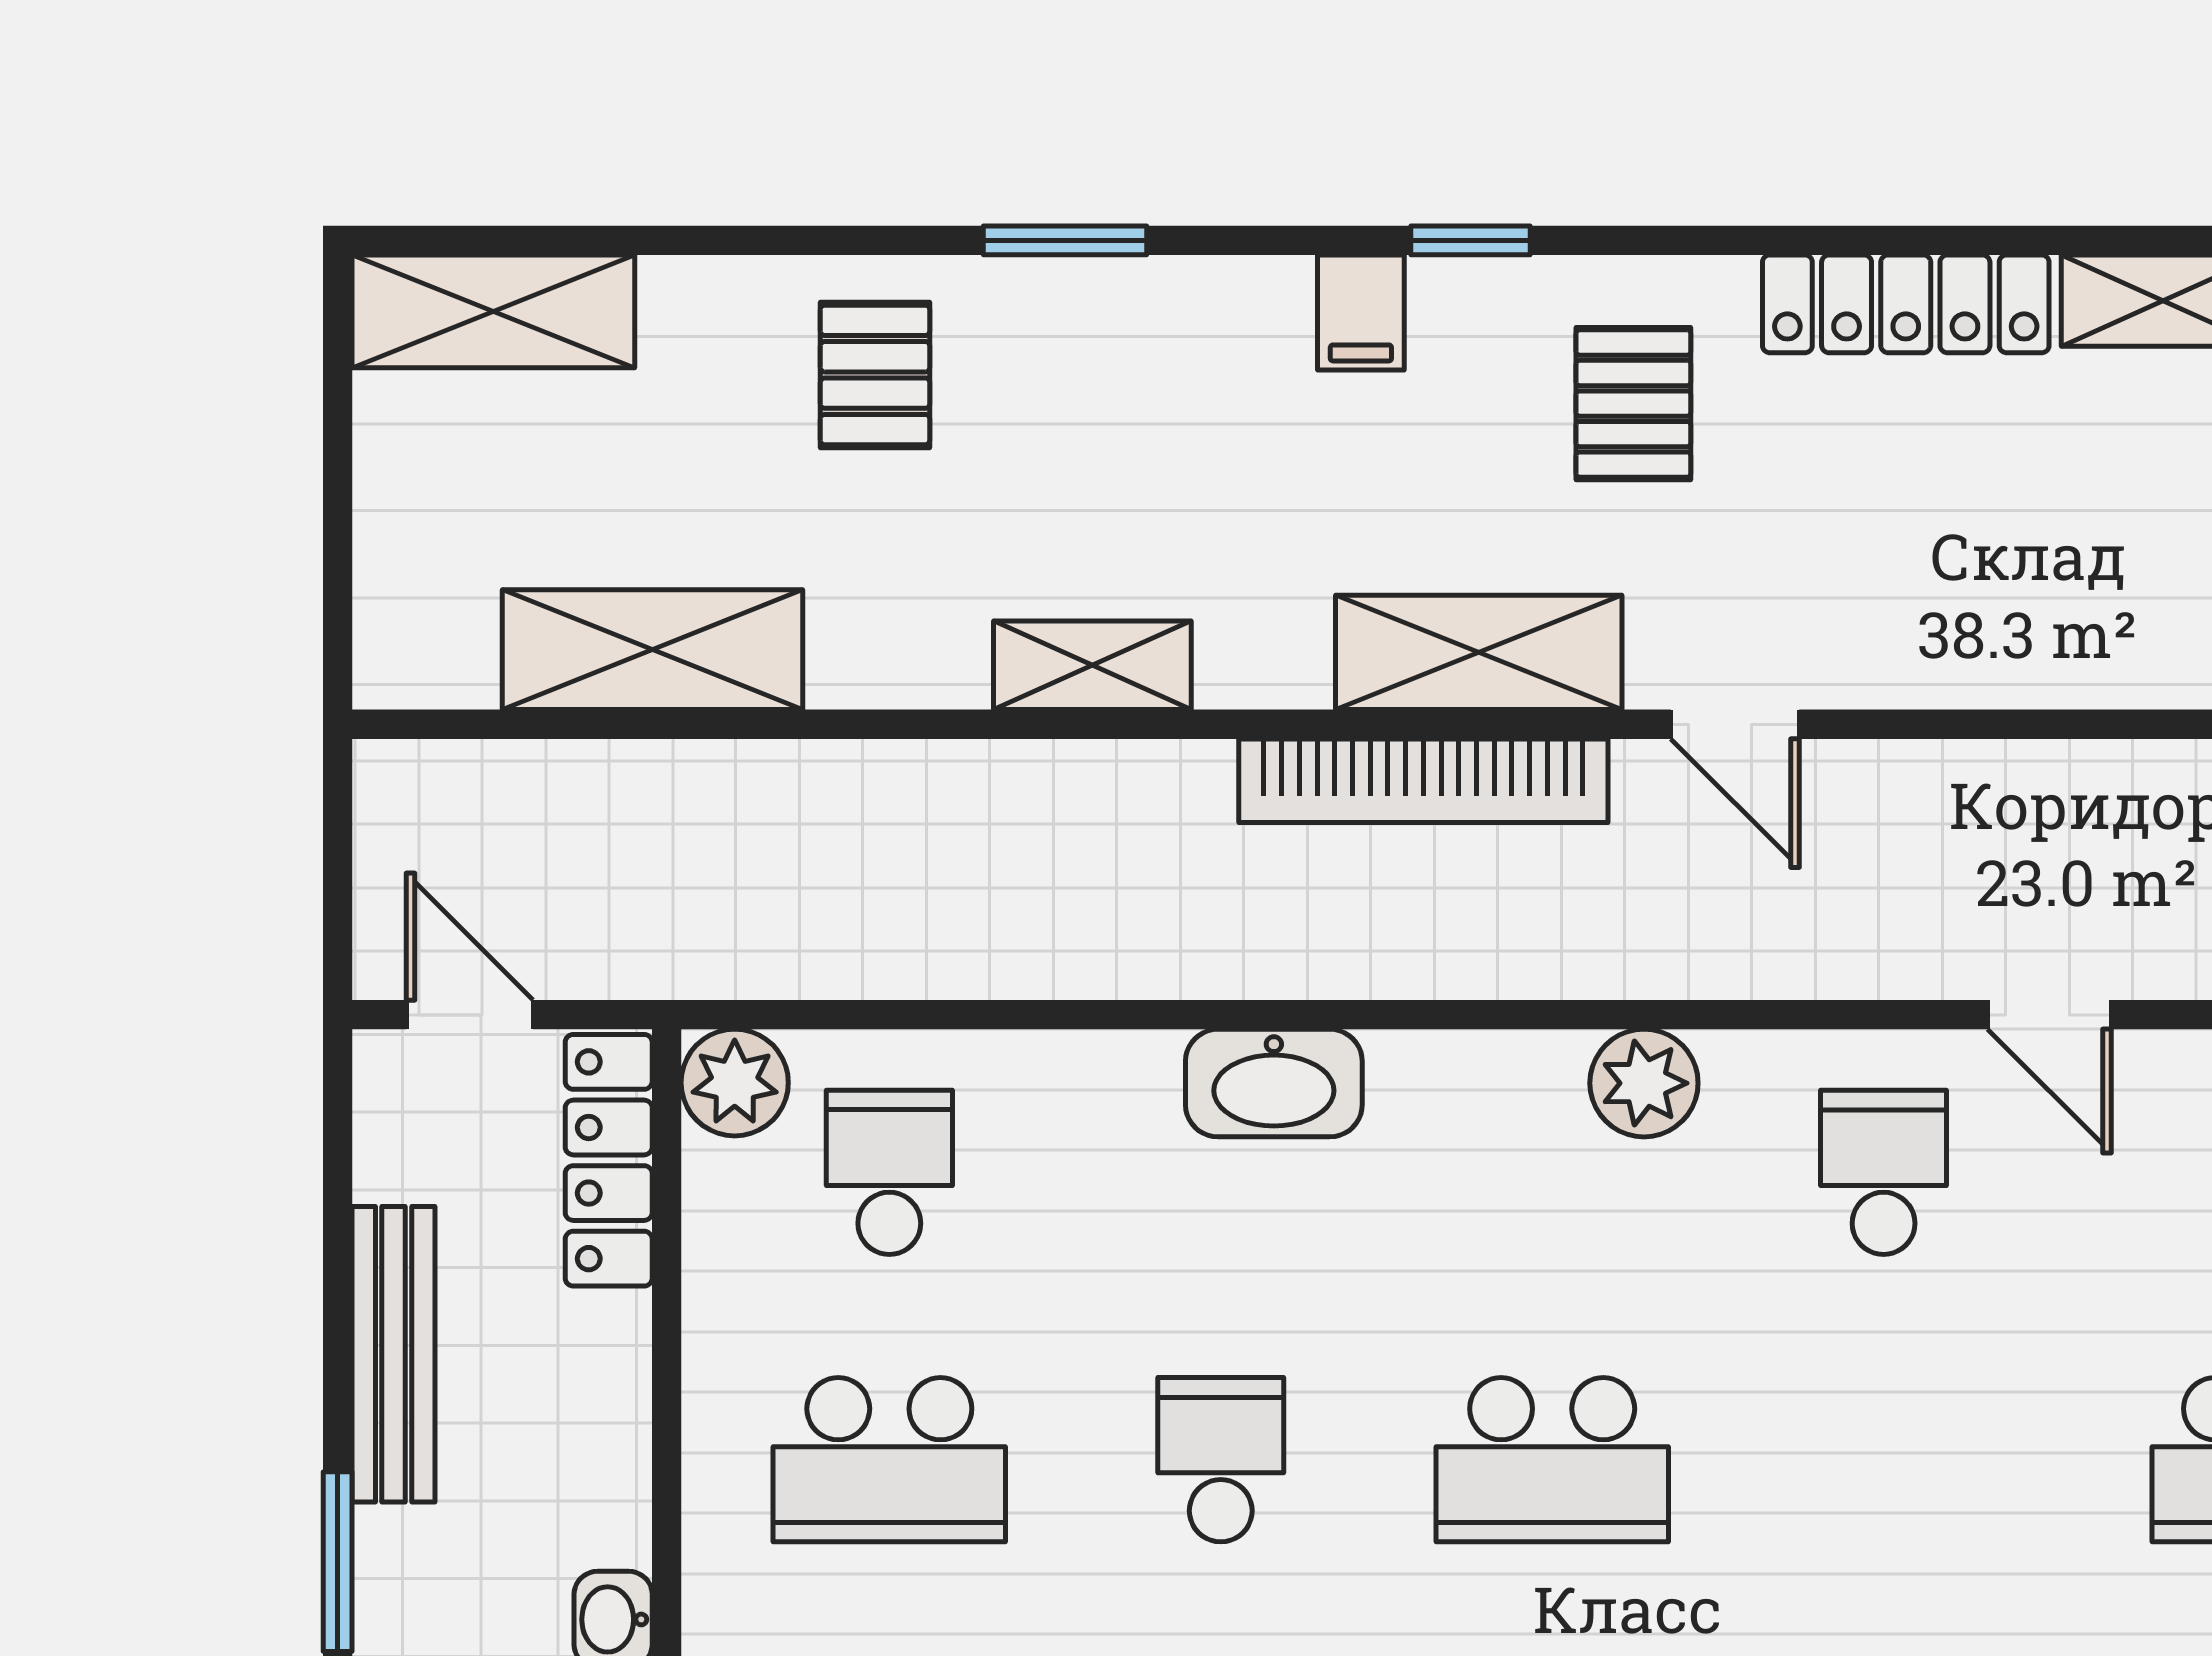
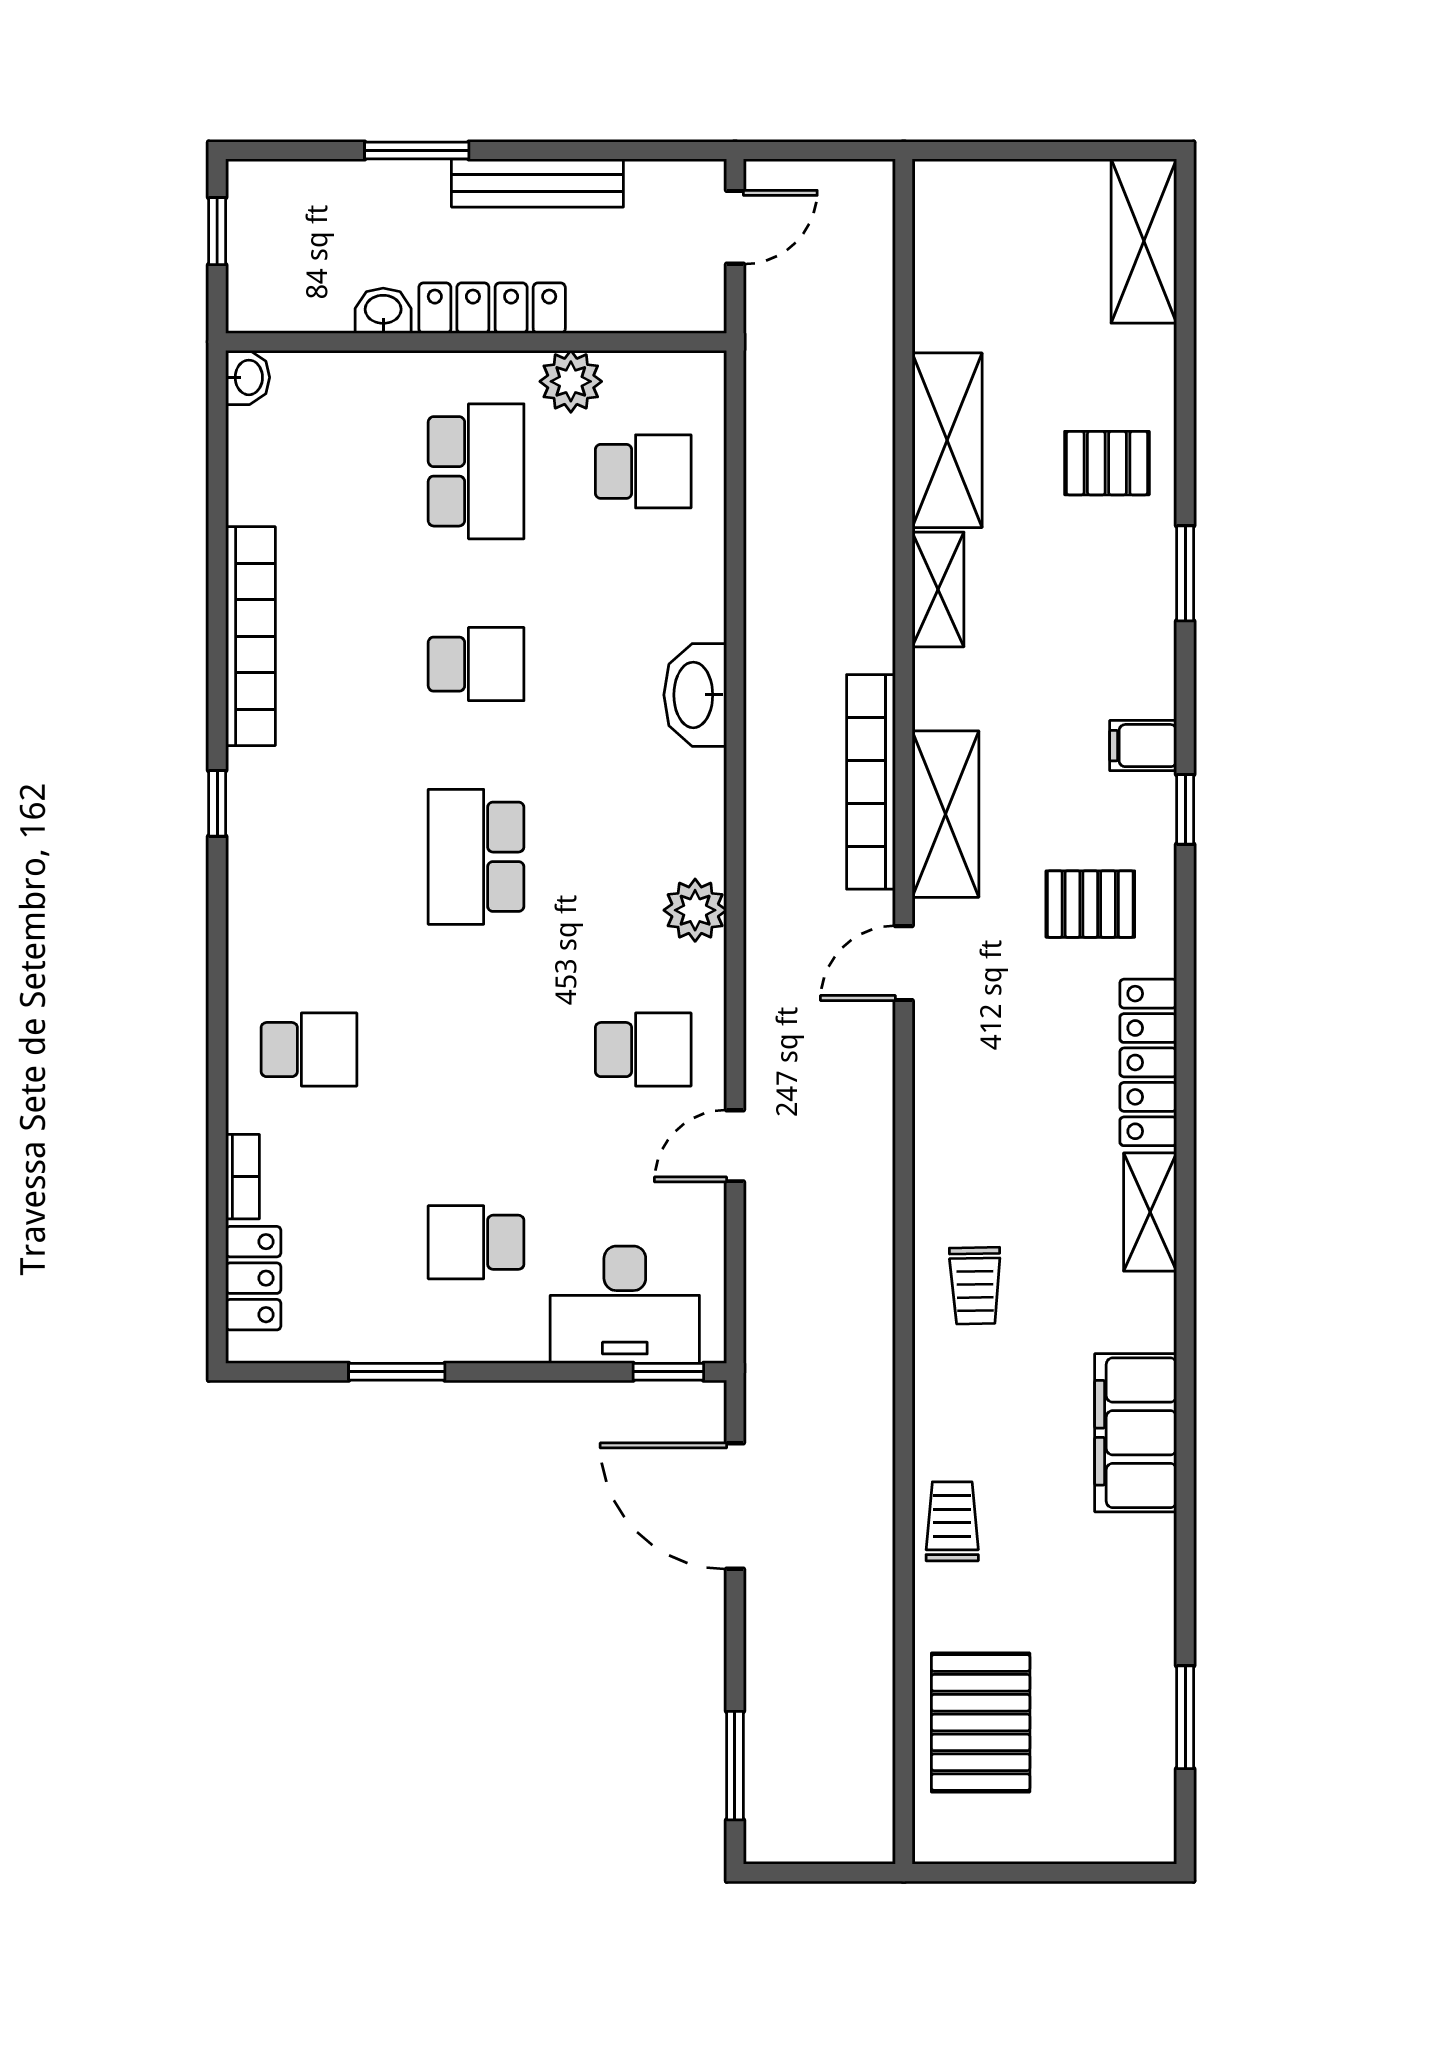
shelving: (653, 650) -> (947, 440), moved
plant: (735, 1083) -> (571, 381), moved
locker: (609, 1160) -> (492, 308), moved
school desk: (889, 1460) -> (476, 471), turned 180

